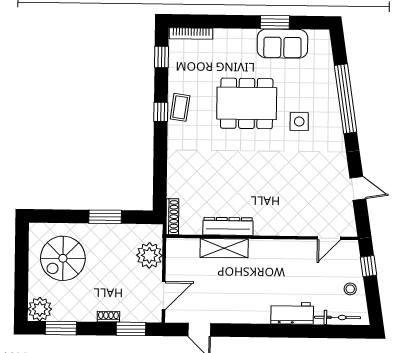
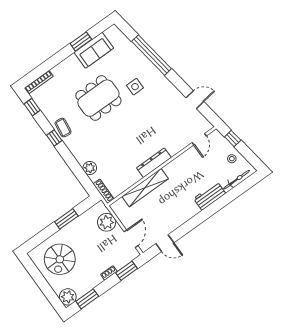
plant: (176, 177) -> (90, 168), added
dresser: (228, 226) -> (154, 163), moved
shelving: (224, 248) -> (145, 188), width x1.47

